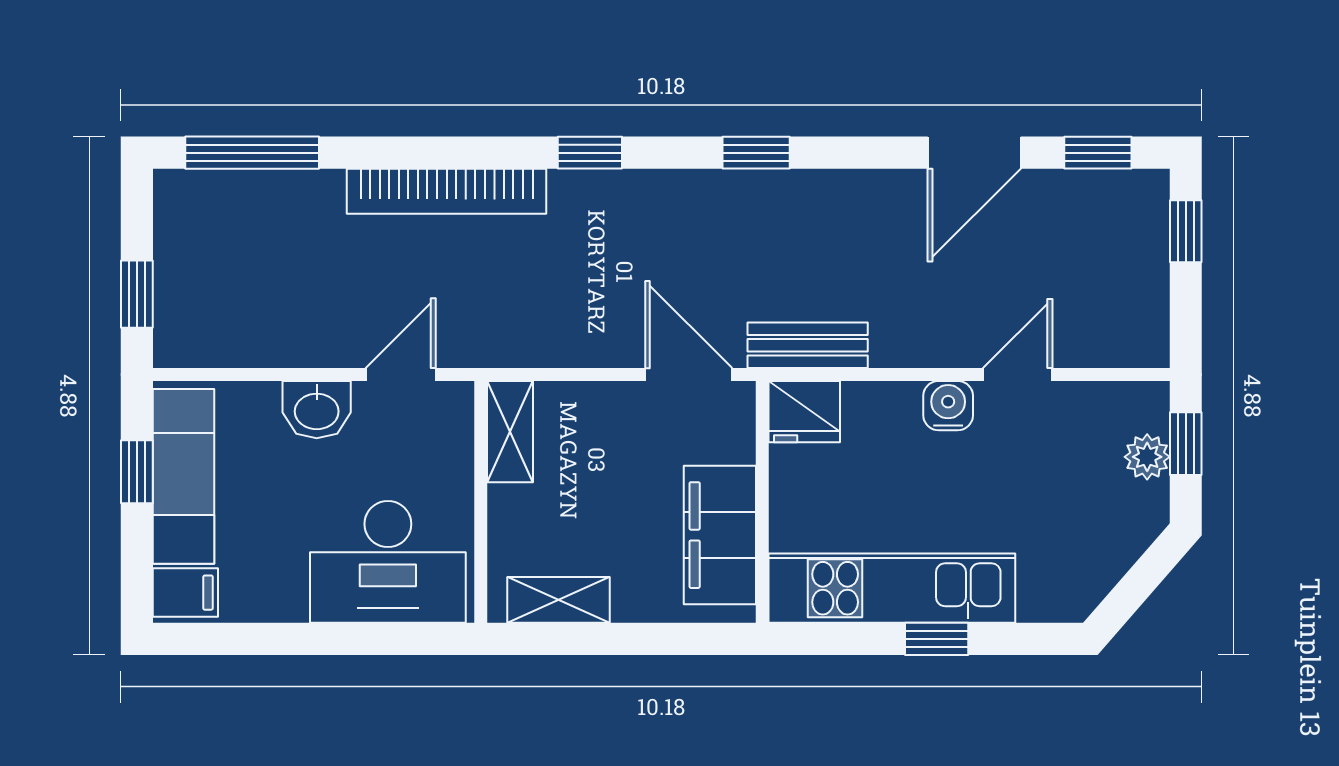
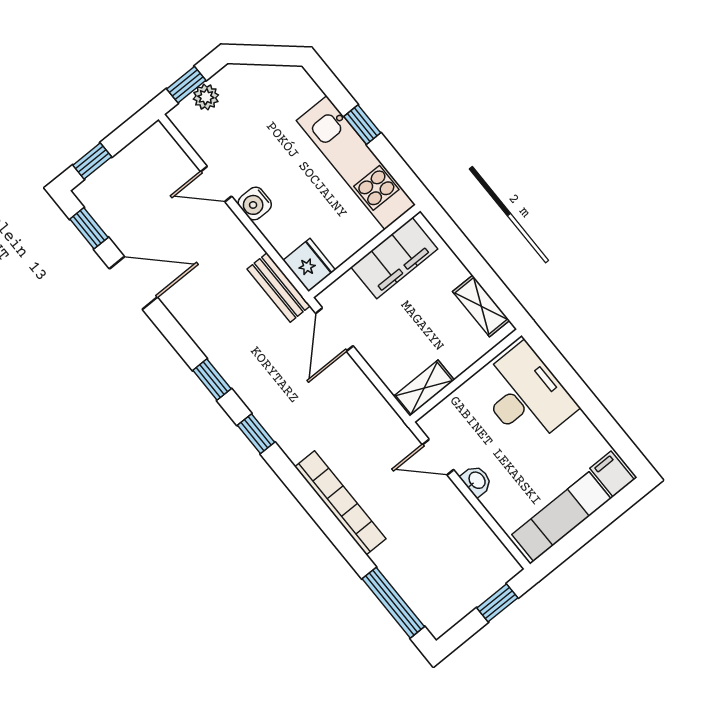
window: (590, 153) -> (256, 434), moved
washbasin: (317, 410) -> (477, 481), width x0.72, depth x0.69
window: (137, 472) -> (576, 539), removed

